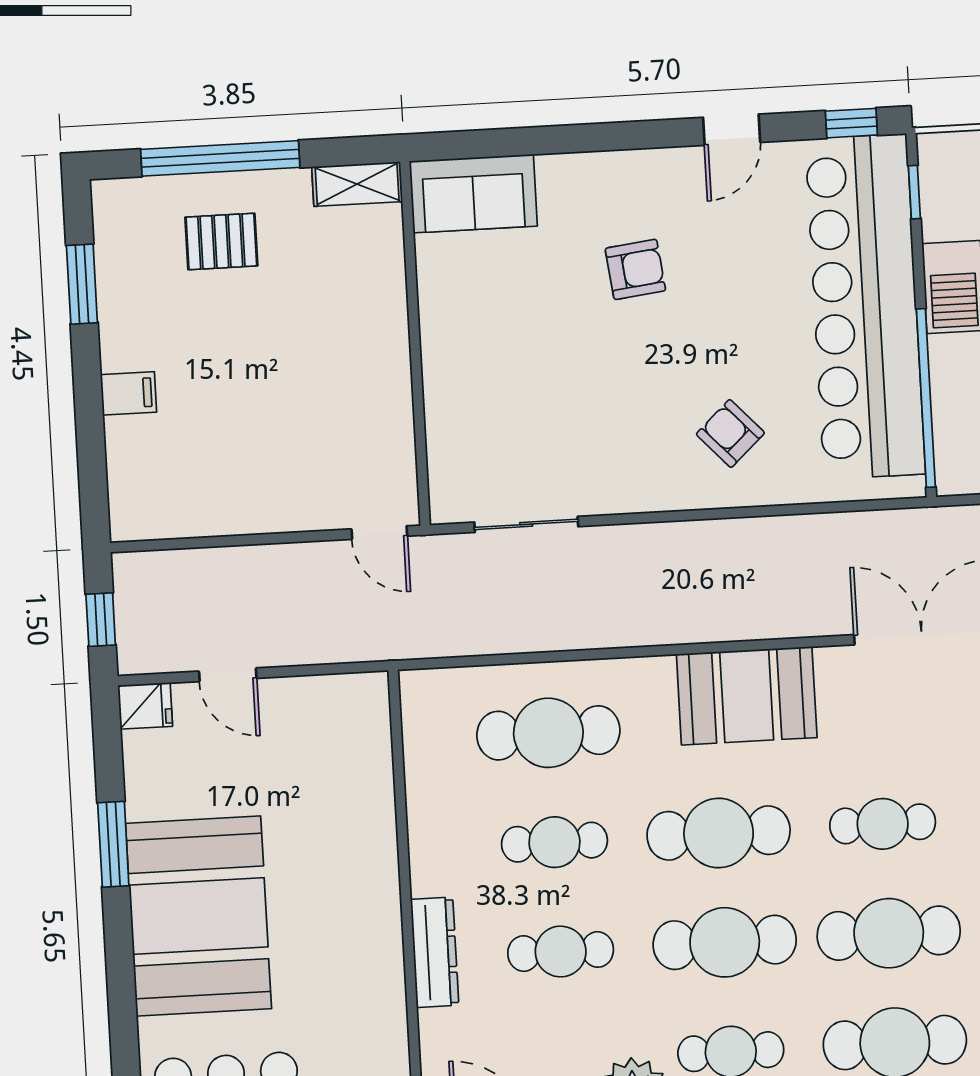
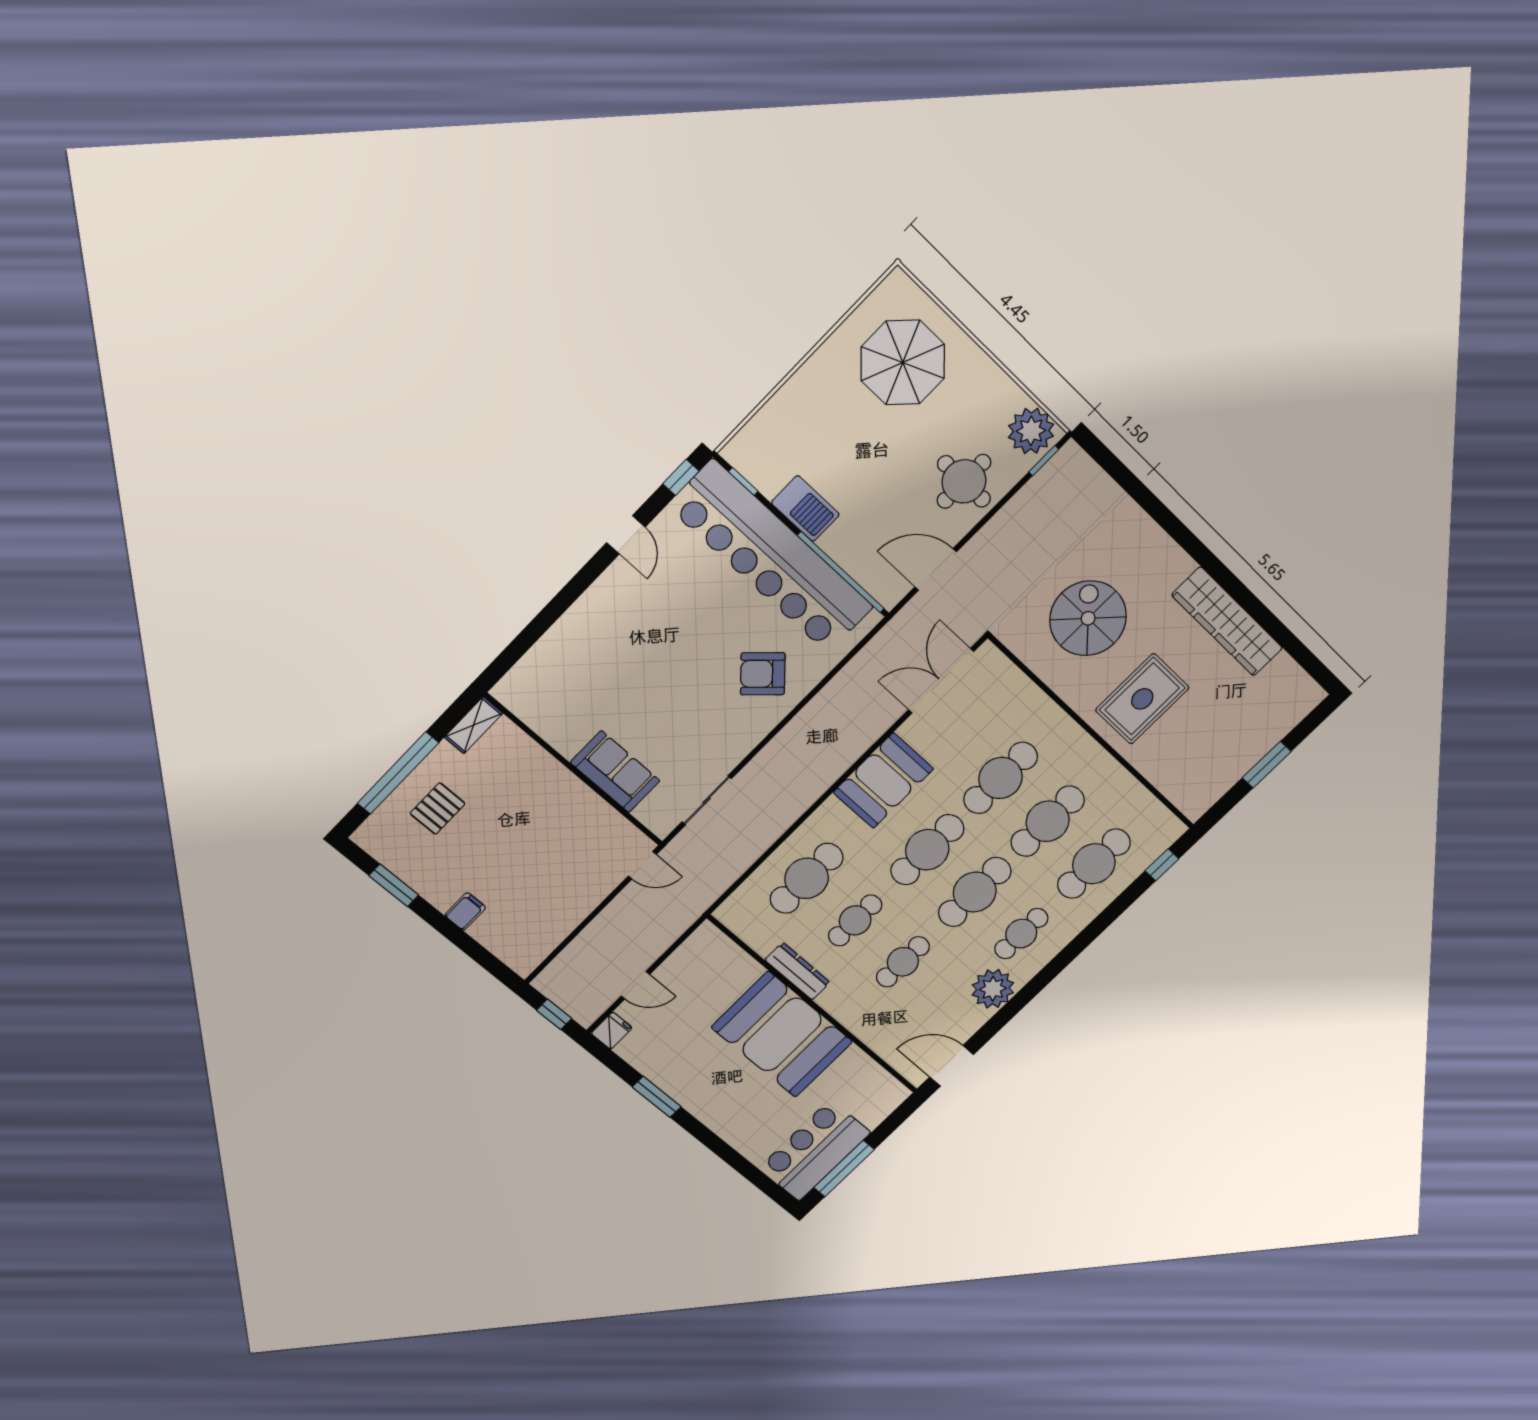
sofa: (473, 194) -> (615, 772), moved, turned -90
armchair: (635, 269) -> (644, 642), removed
armchair: (730, 433) -> (763, 674), width x1.38, depth x1.38
cafe table: (883, 824) -> (1001, 778), width x1.37, depth x1.35
booth: (199, 916) -> (782, 1035), moved
dresser: (435, 952) -> (797, 971), moved

